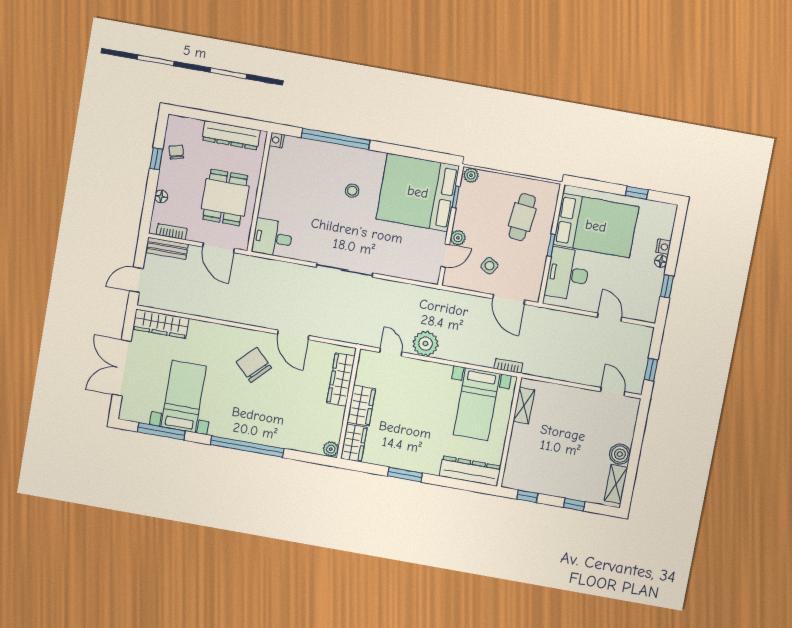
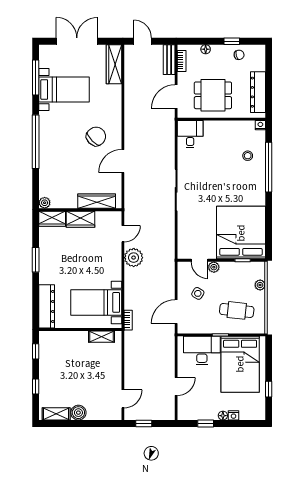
plant: (471, 175) -> (260, 285), moved
stool: (352, 191) -> (248, 156), moved

